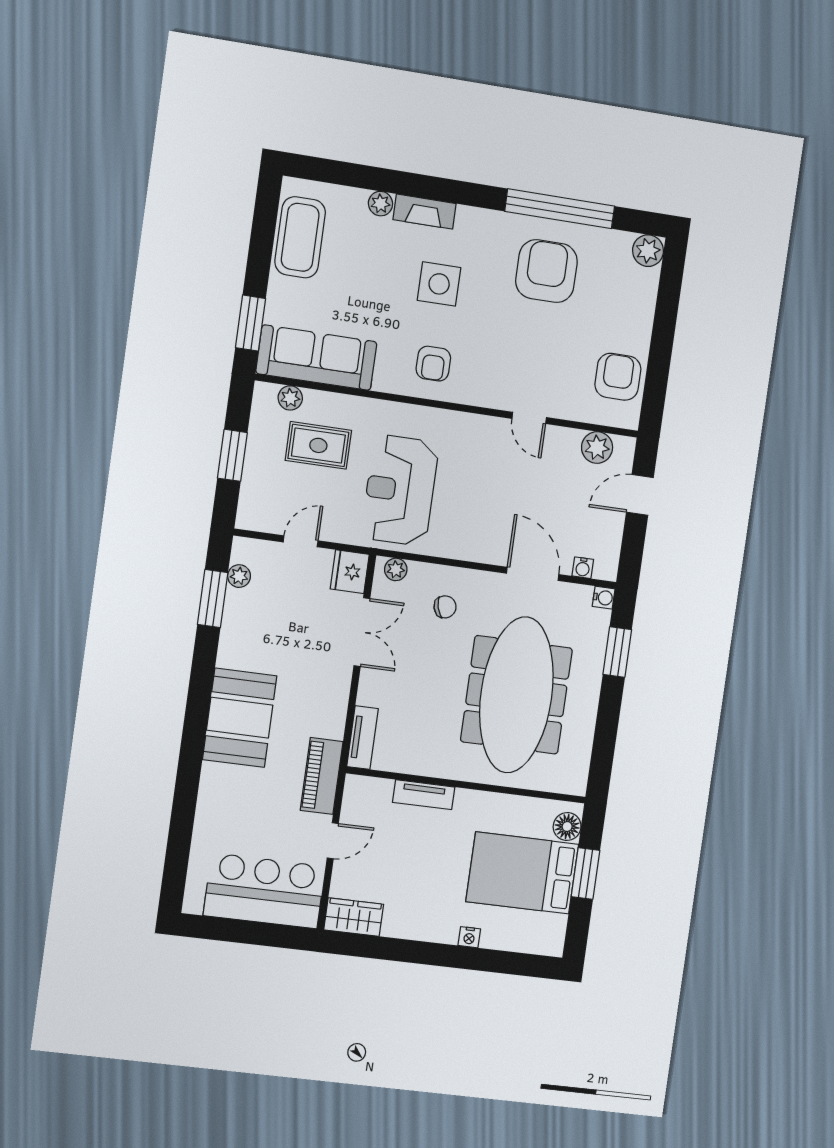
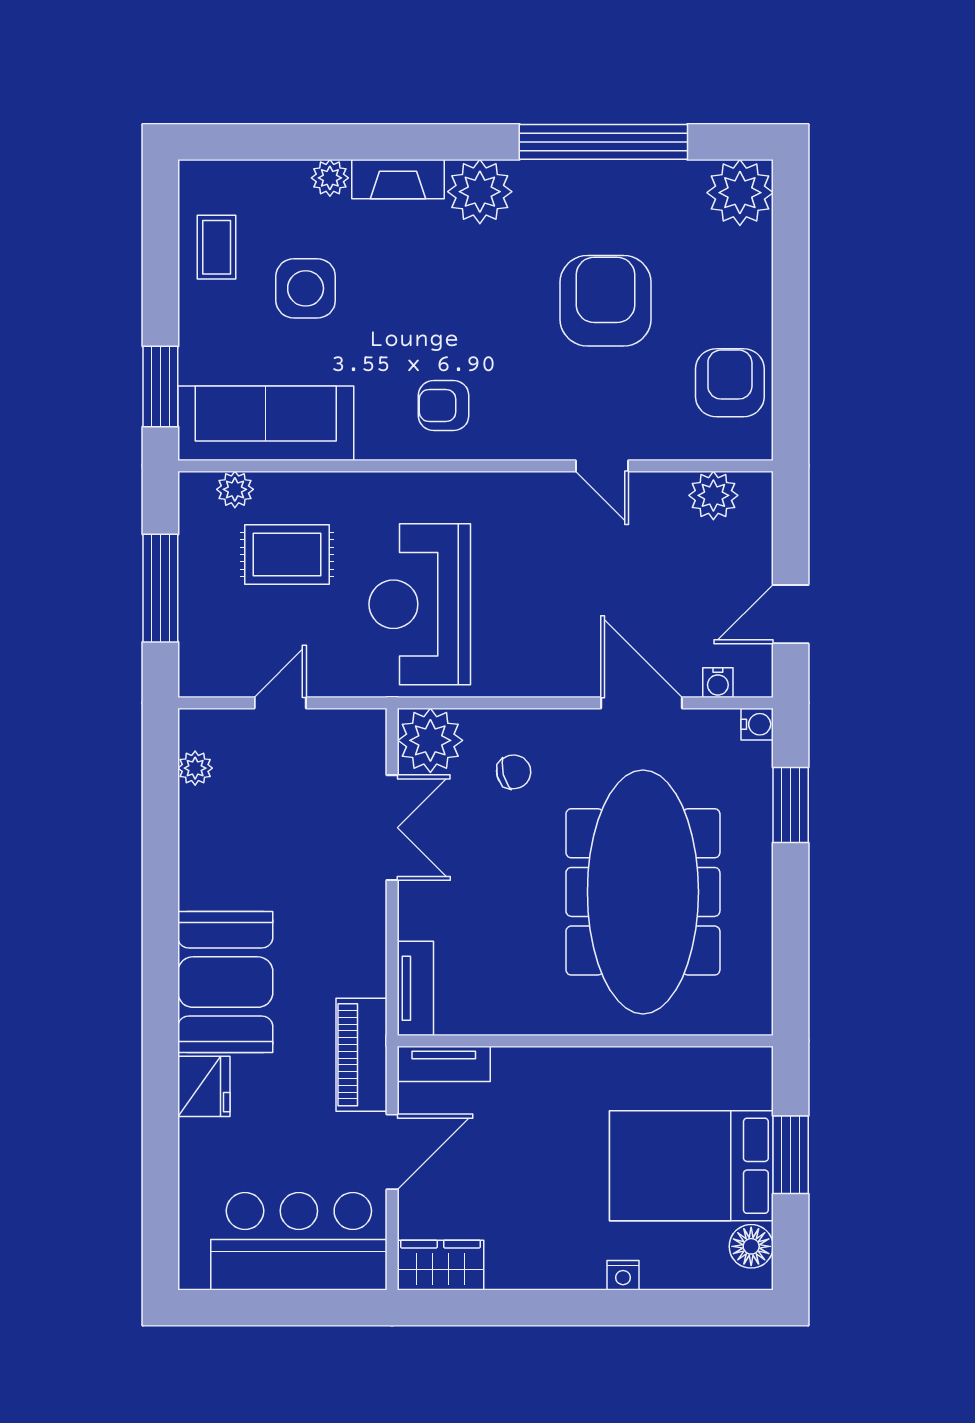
plant: (476, 228) -> (480, 192), added
coffee table: (300, 237) -> (217, 247), width x0.54, depth x0.58
plant: (648, 251) -> (740, 193), width x1.36, depth x1.36
armchair: (546, 271) -> (606, 301), moved
side table: (439, 284) -> (306, 288), moved
armchair: (433, 364) -> (444, 405), turned 90
window: (232, 455) -> (160, 588), width x1.44
door: (640, 495) -> (791, 614), moved
plant: (396, 569) -> (430, 740), width x1.87, depth x1.87
fridge: (350, 572) -> (204, 1086), moved, turned 180
window: (213, 599) -> (160, 807), removed
tv unit: (424, 795) -> (444, 1064), moved
floor lamp: (567, 826) -> (751, 1246), moved
door: (333, 841) -> (392, 1152), width x1.38

